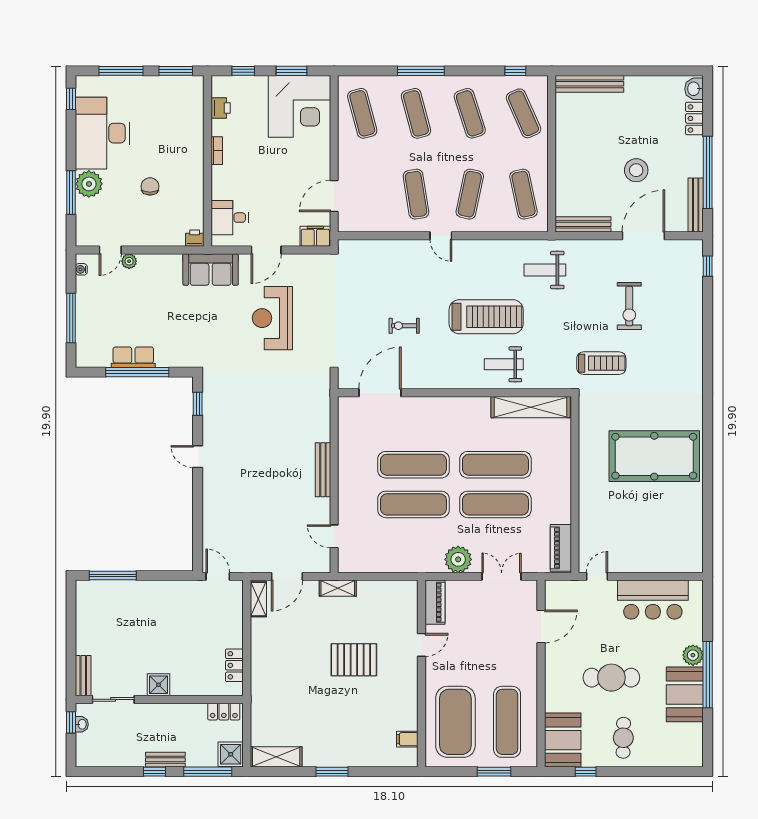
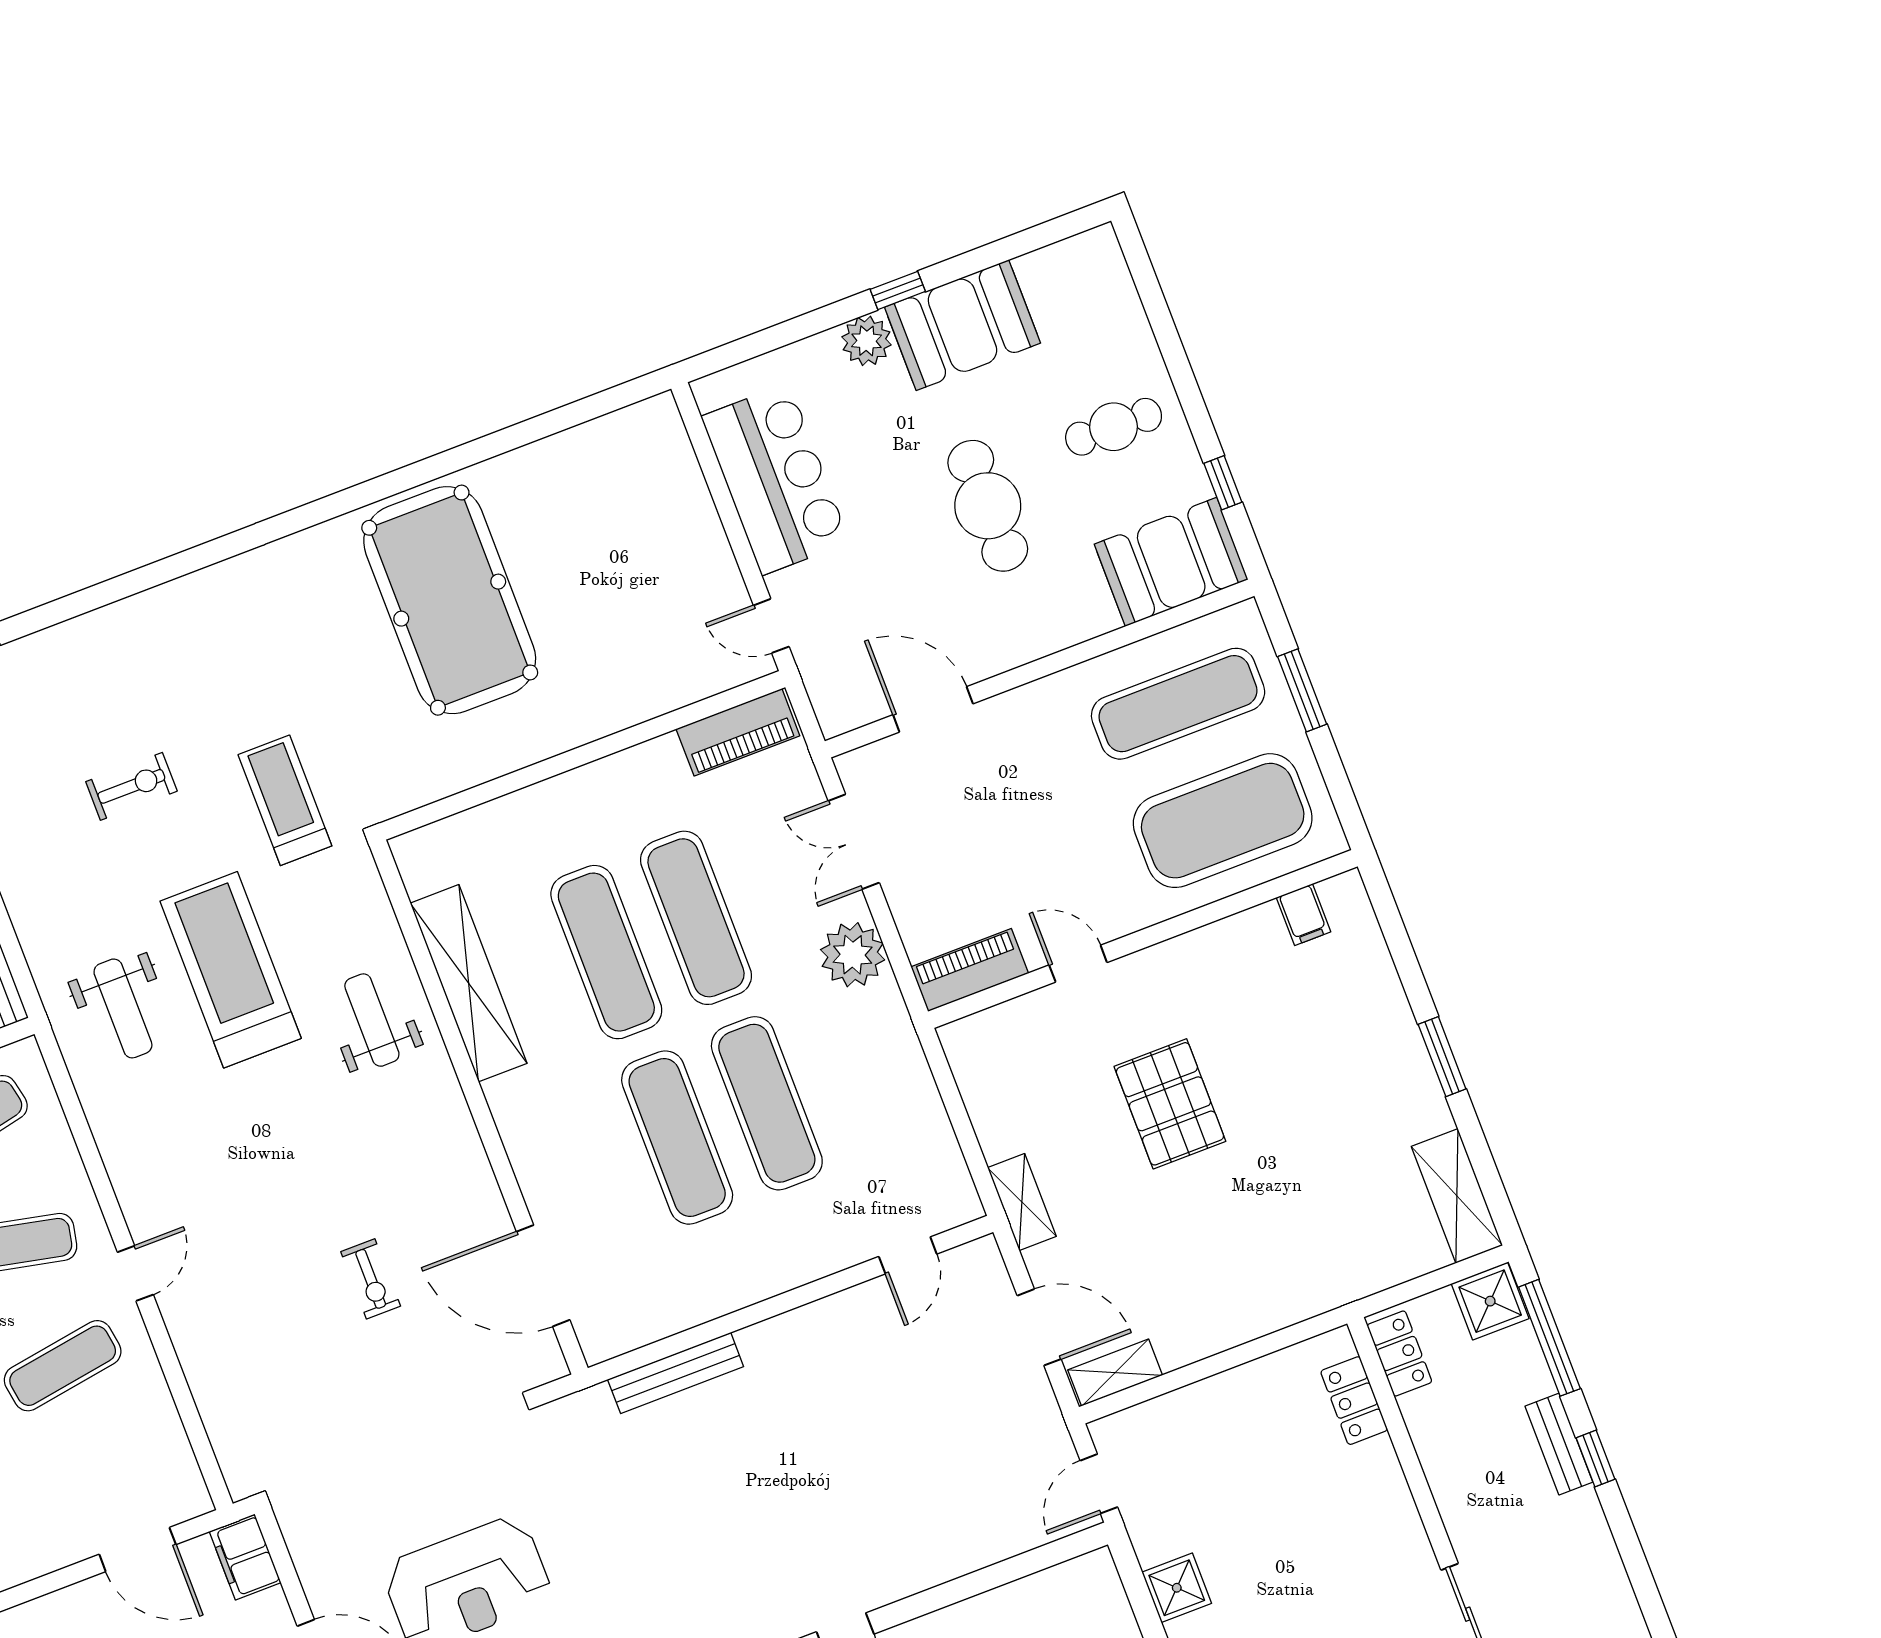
exercise bike: (629, 306) -> (131, 786), width x0.73, depth x0.72
treadmill: (486, 317) -> (231, 970), moved
weight bench: (504, 364) -> (372, 1020), turned 180
shelving: (531, 407) -> (469, 983), moved
bench: (323, 470) -> (676, 1373), moved
locker: (234, 665) -> (1354, 1401), moved, turned 90
window: (708, 675) -> (898, 290), width x0.32
shower: (159, 685) -> (1177, 1588), moved

